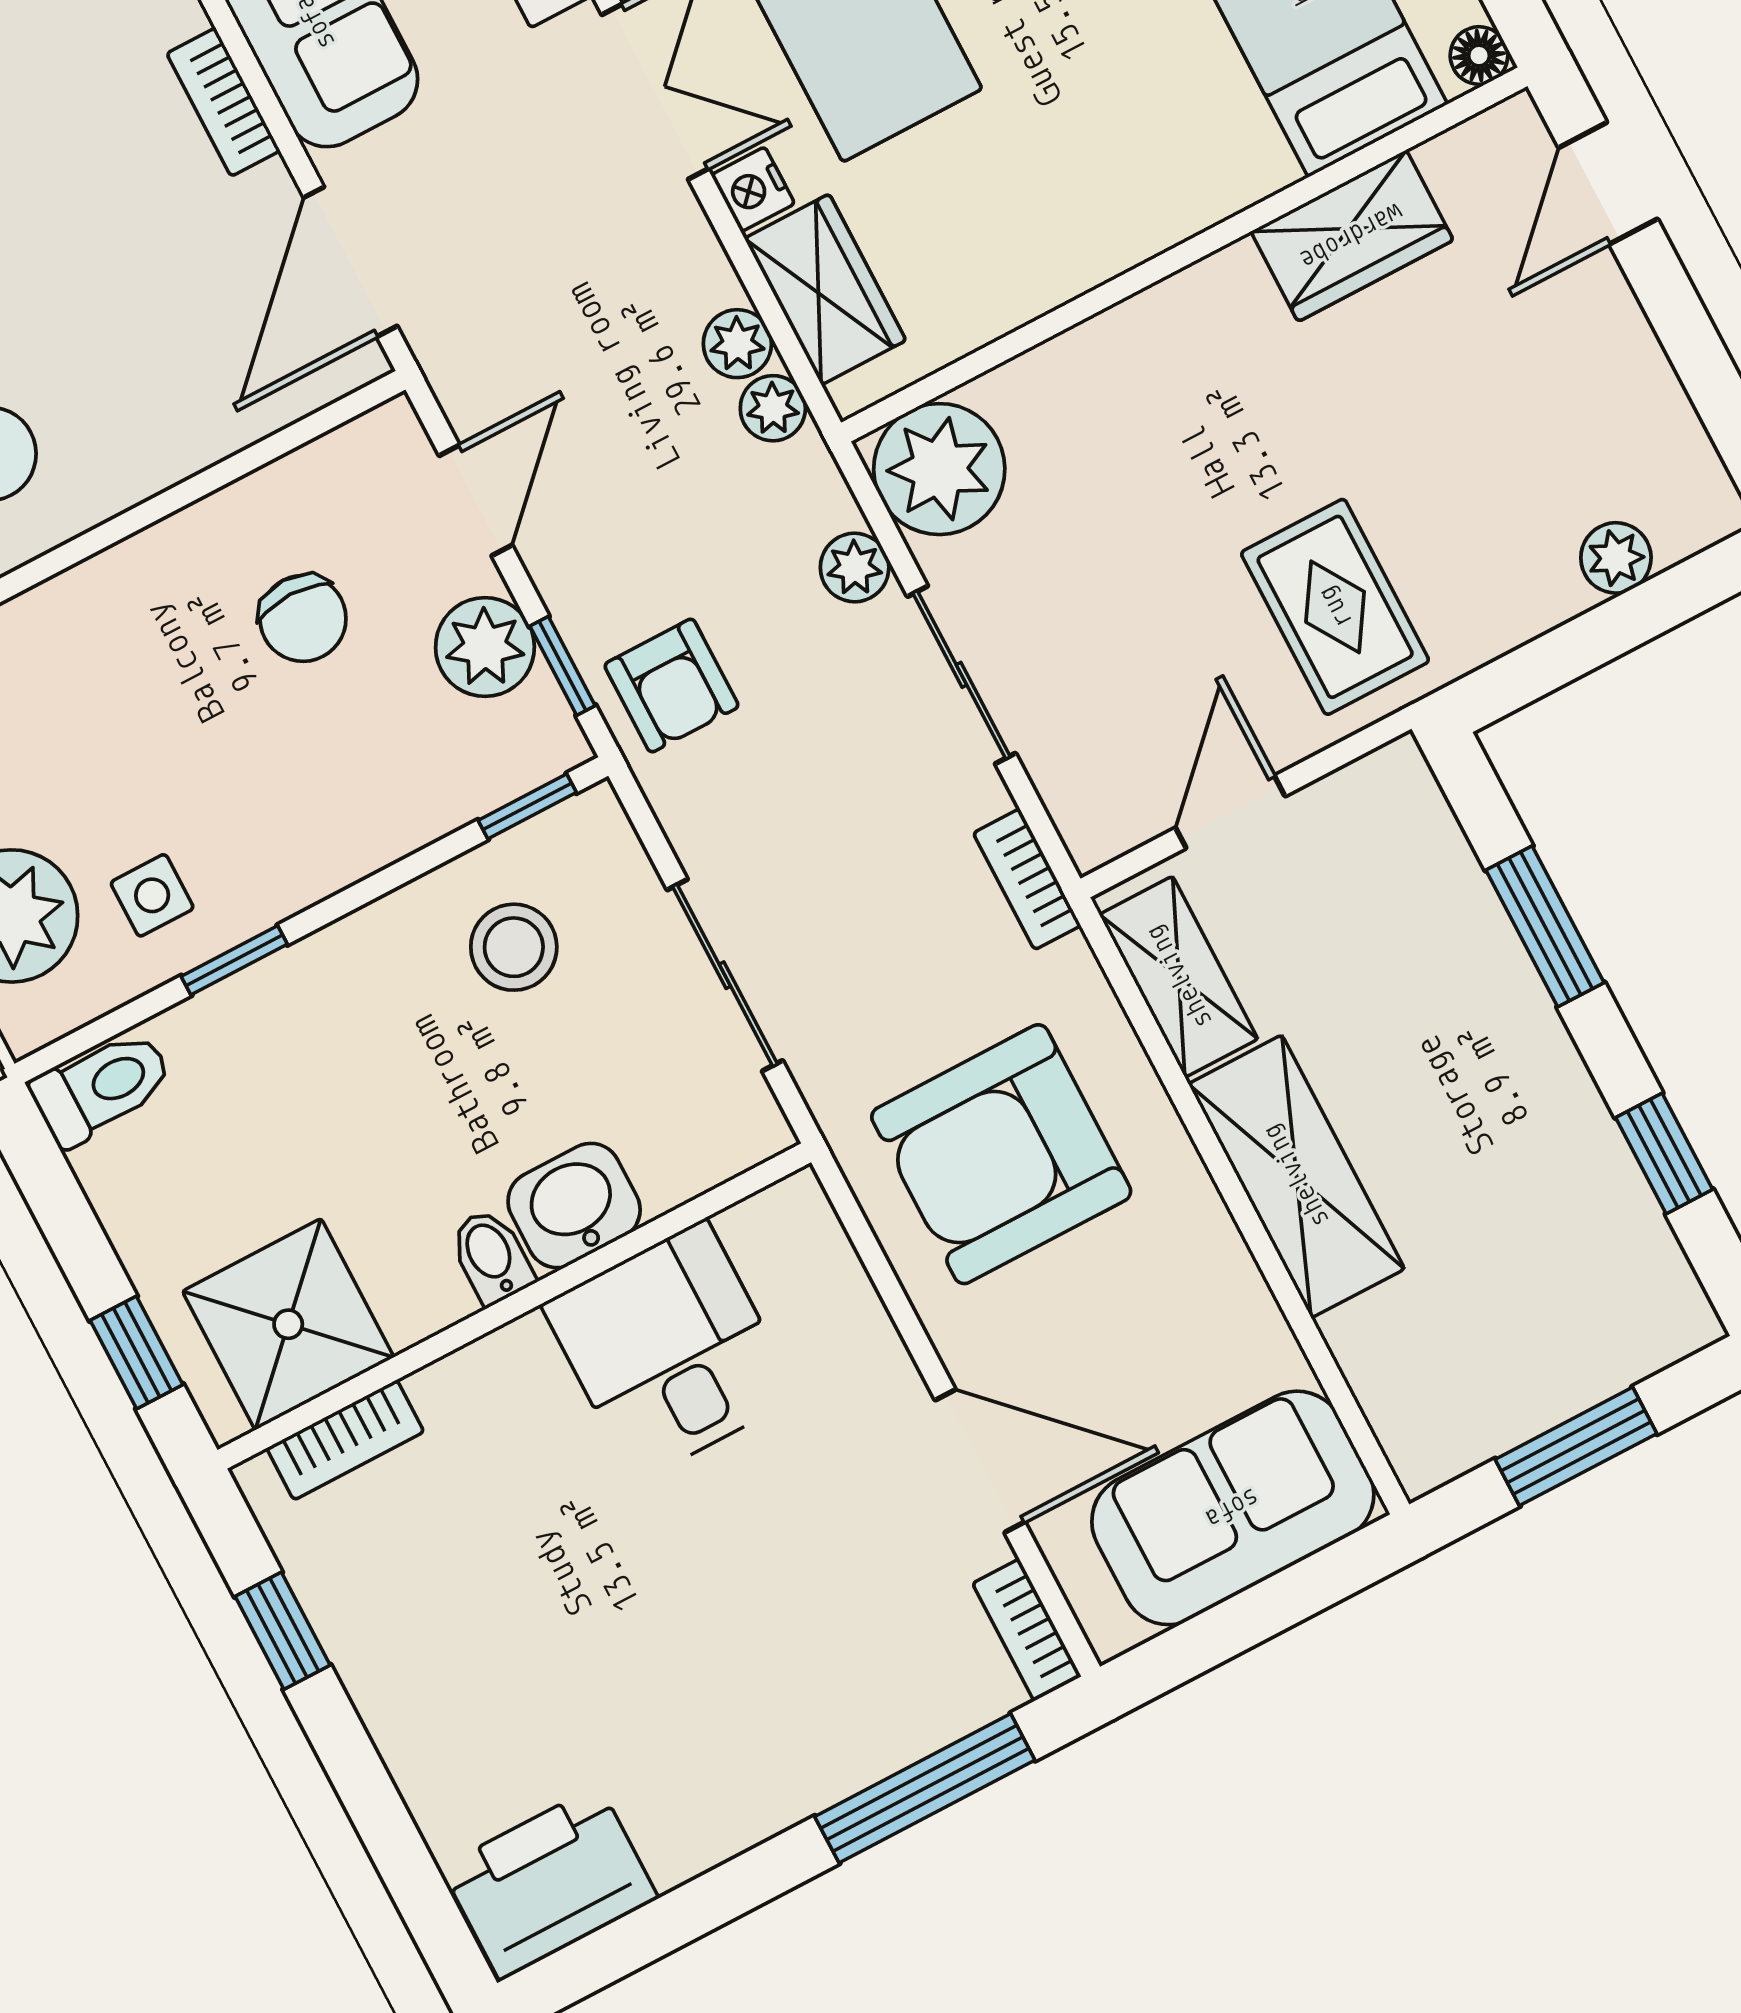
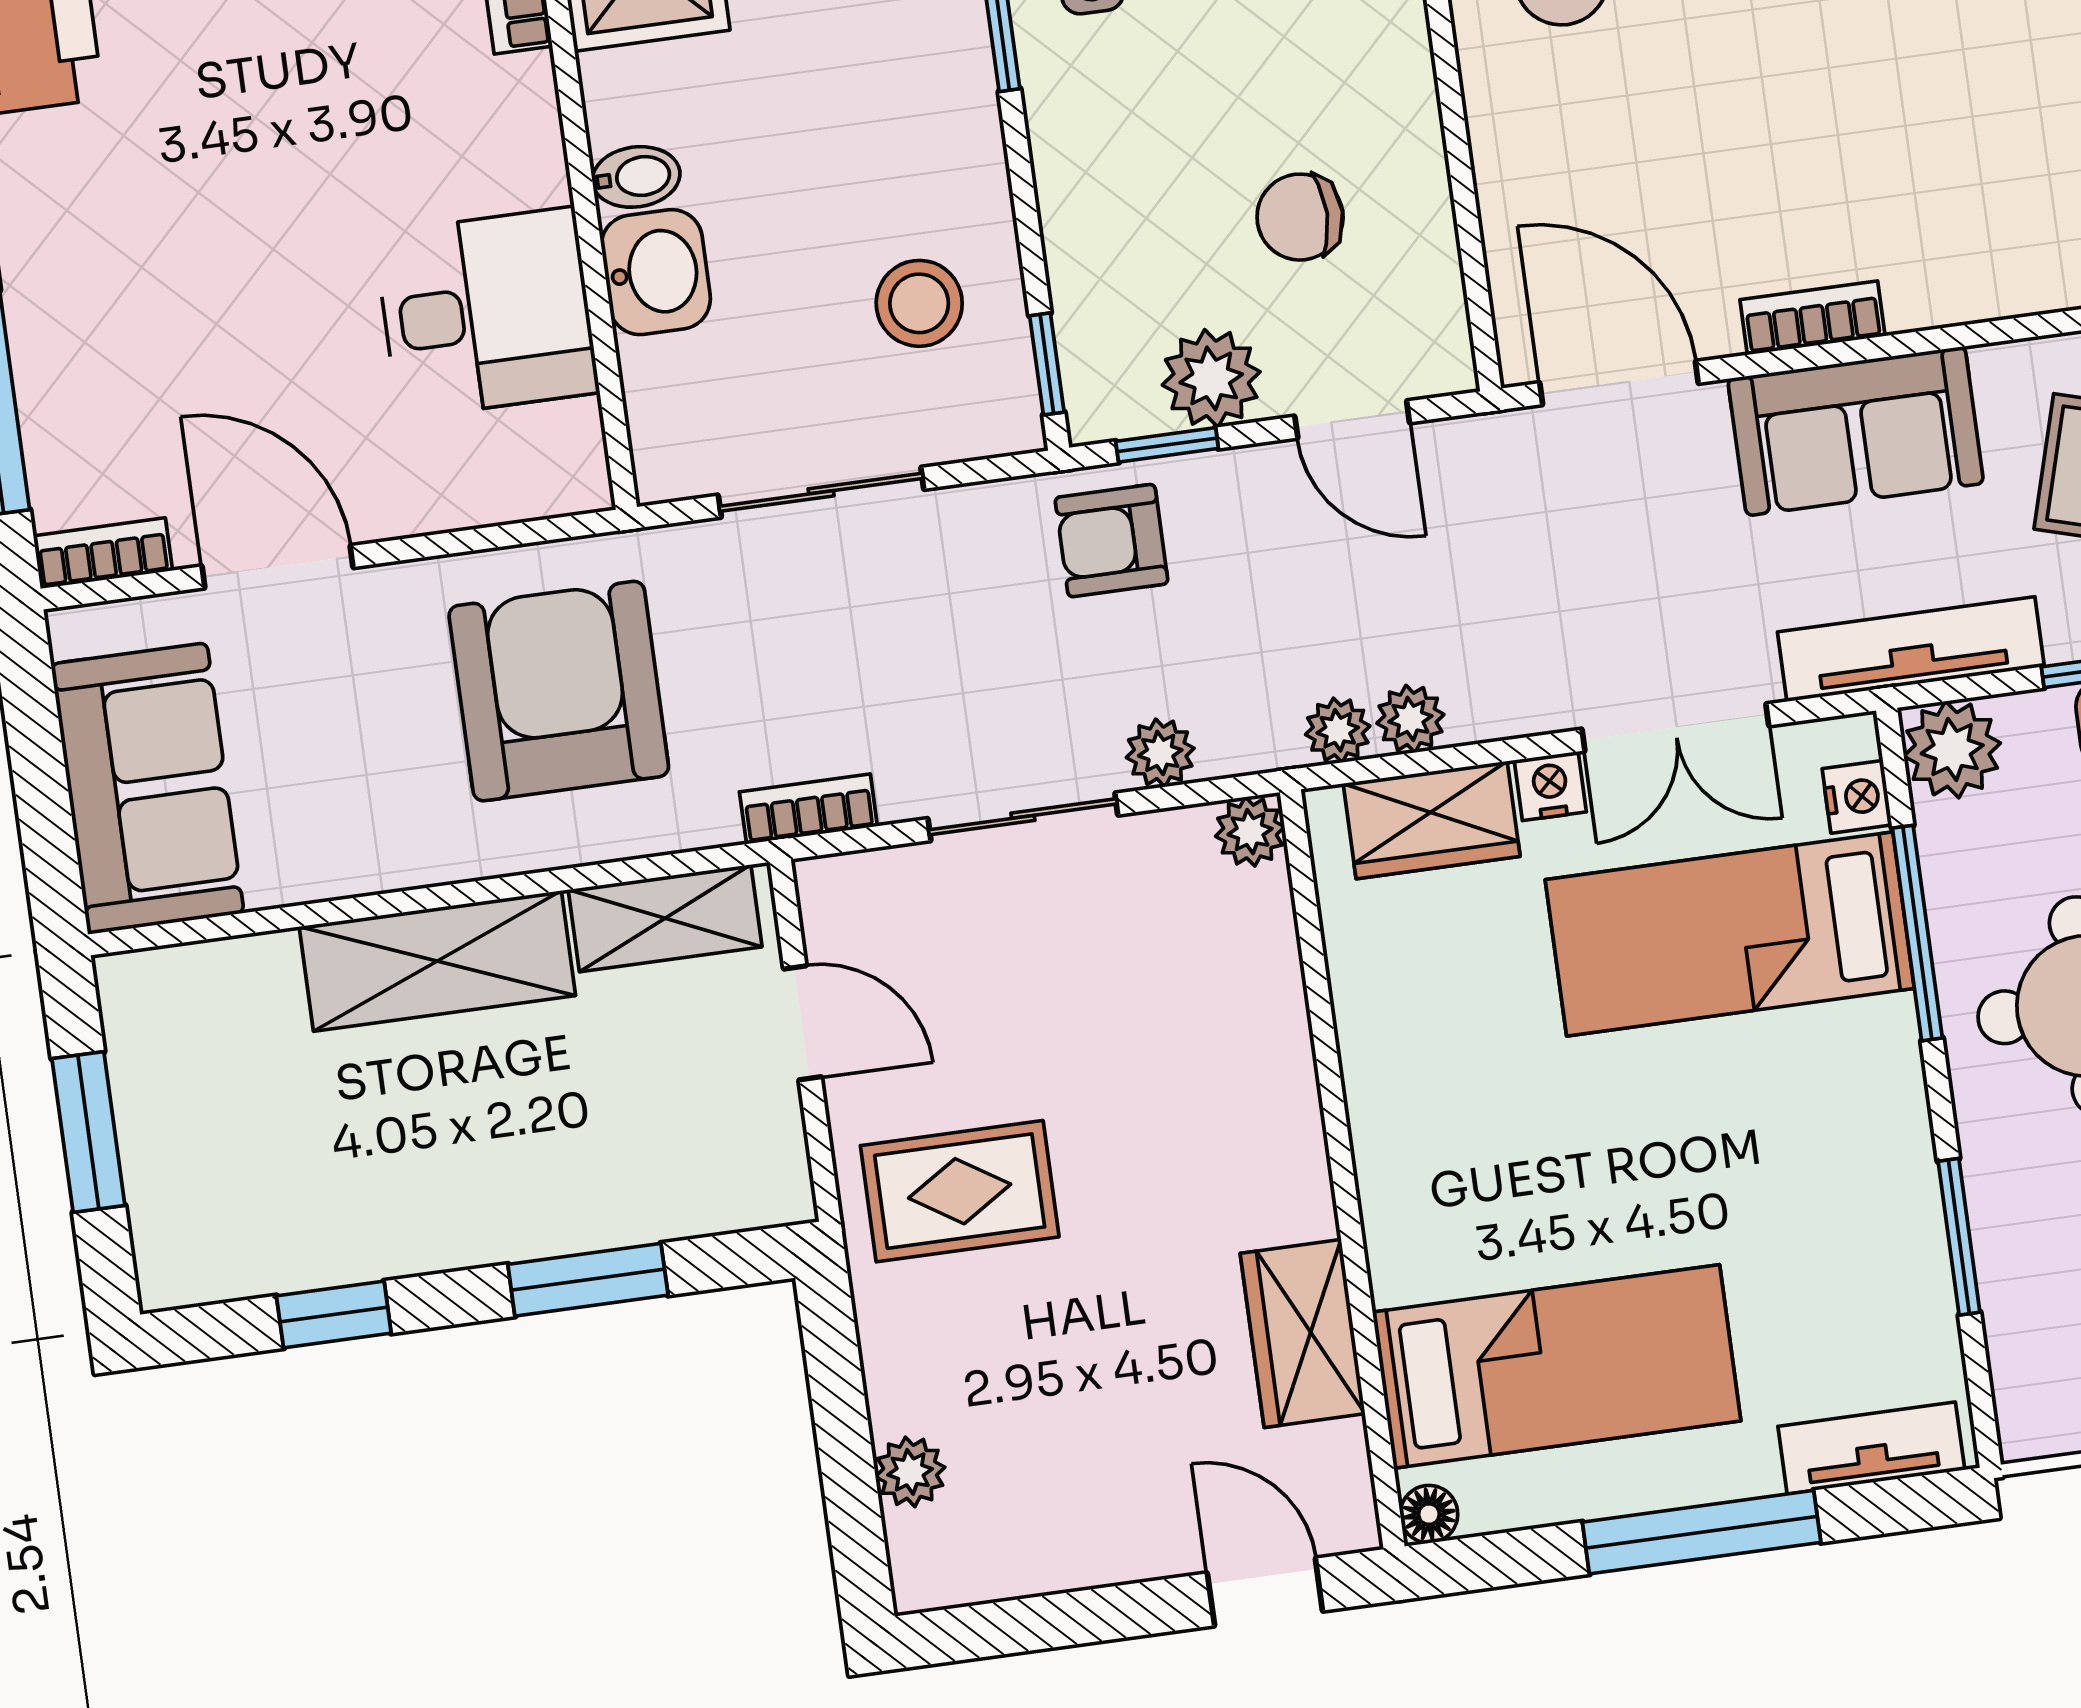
plant: (939, 469) -> (1250, 832), width x0.53, depth x0.53
door: (980, 1461) -> (278, 567), swing flipped

